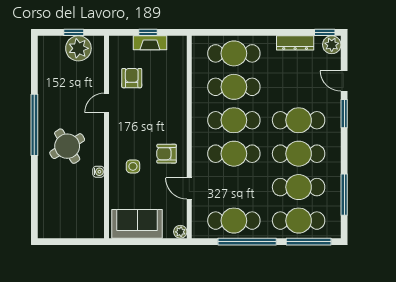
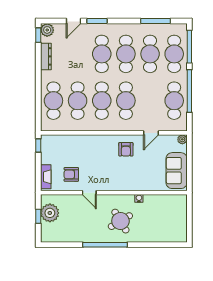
window: (148, 32) -> (38, 145), moved
fireplace: (150, 43) -> (46, 177), moved
side table: (133, 166) -> (135, 174), removed

